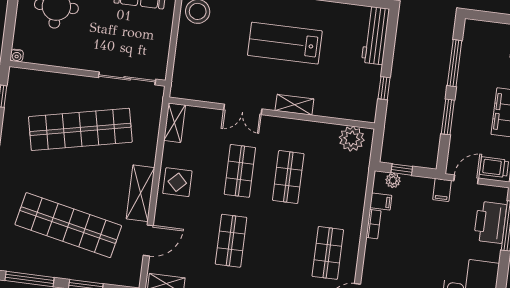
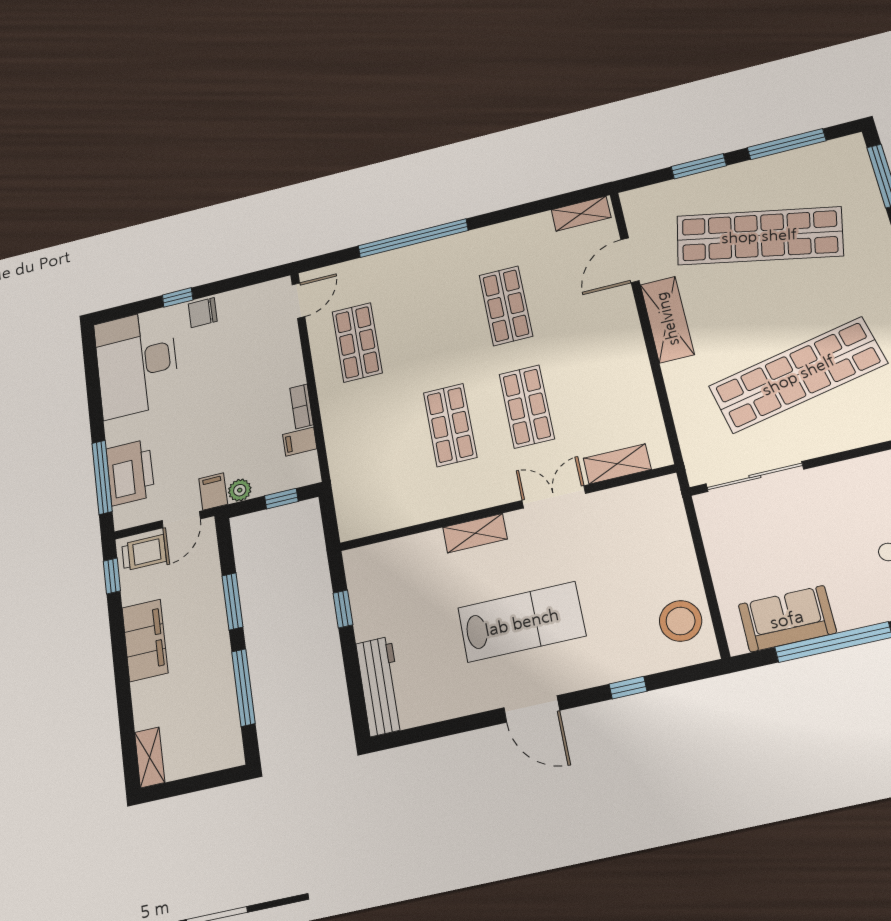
shelving: (175, 123) -> (617, 464), moved, turned 90
plant: (352, 139) -> (371, 515), removed
plant: (393, 180) -> (240, 490), moved
display table: (177, 182) -> (617, 356), removed

